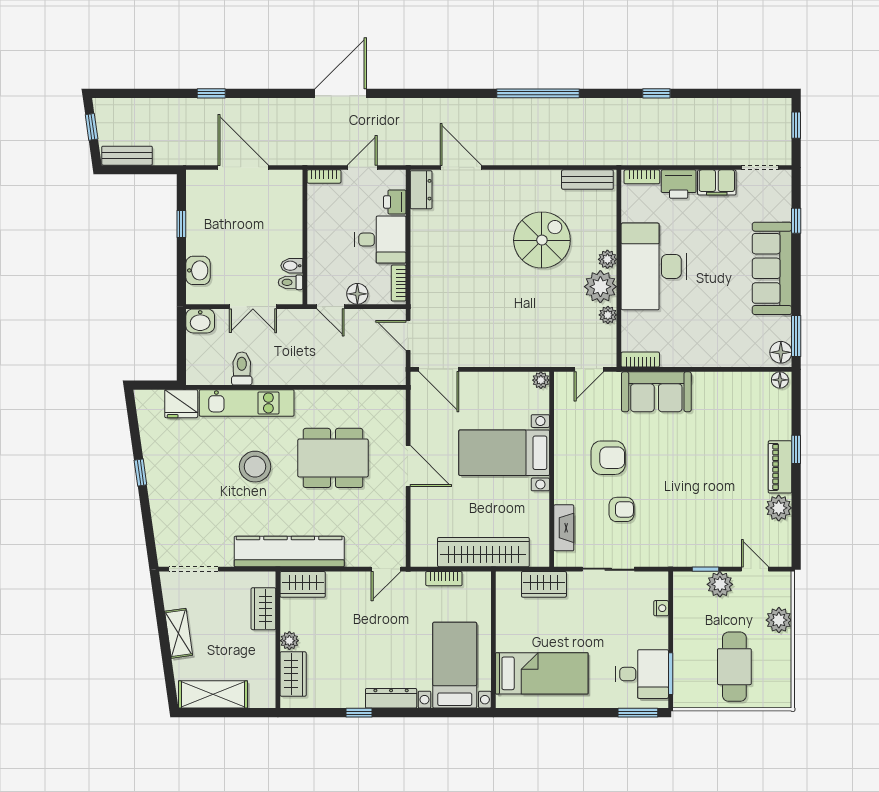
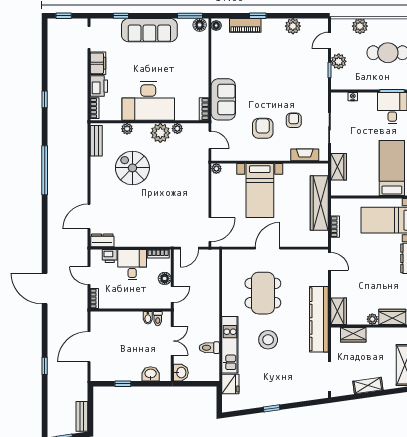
plant: (607, 259) -> (127, 129), moved
piano: (780, 467) -> (245, 25), moved

